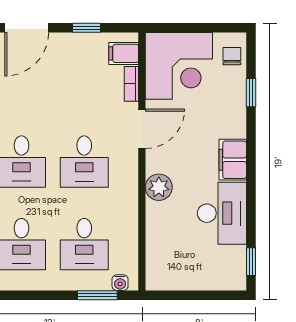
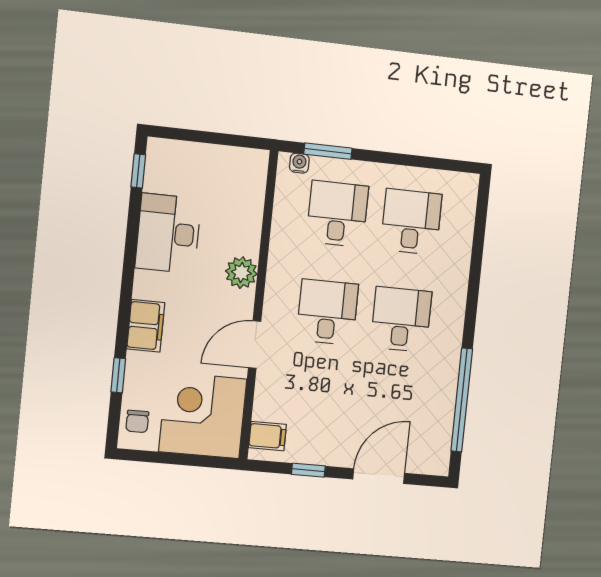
bookcase: (131, 84) -> (262, 399), removed
filing cabinet: (233, 160) -> (146, 326), moved

